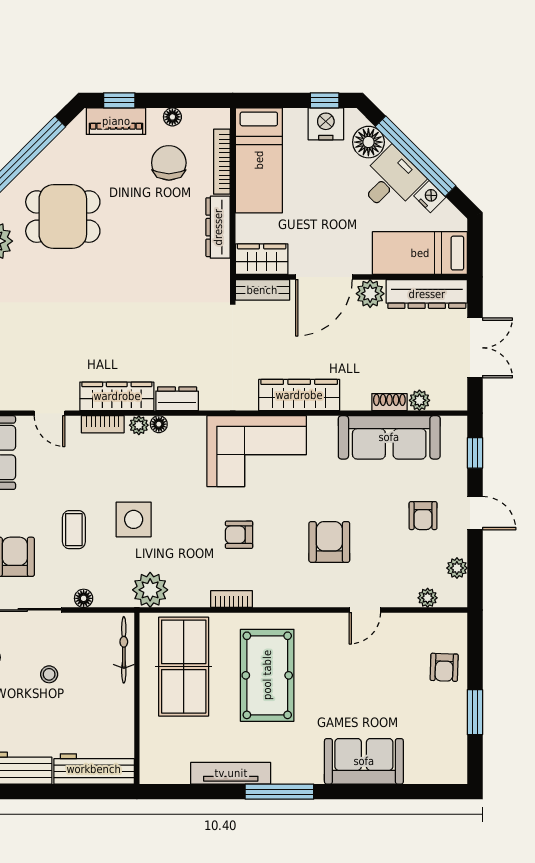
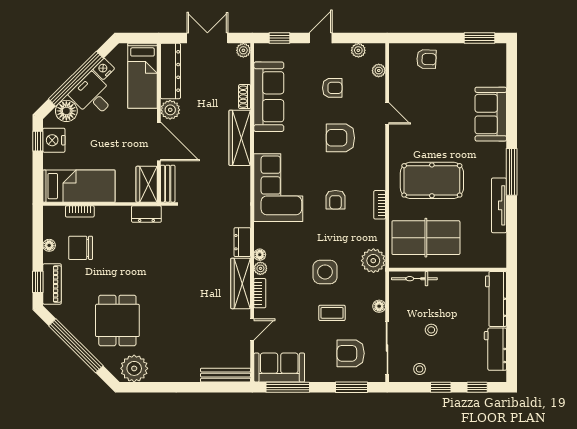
bookcase: (222, 162) -> (80, 211), width x0.64
dresser: (218, 227) -> (146, 214), moved, width x0.70
wardrobe: (299, 395) -> (240, 138), moved
plant: (419, 400) -> (243, 50), moved
armchair: (423, 516) -> (332, 88), moved
window: (475, 712) -> (480, 38), moved

